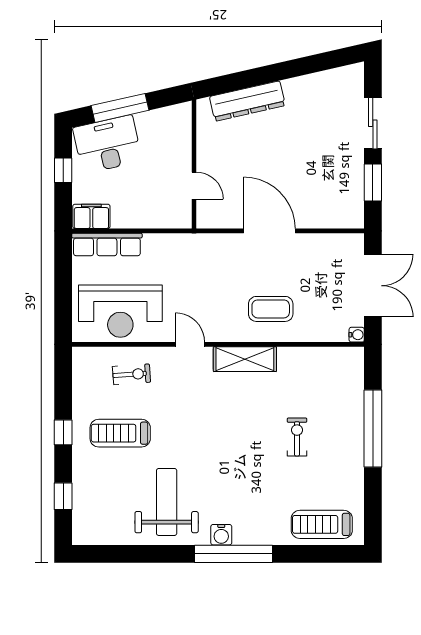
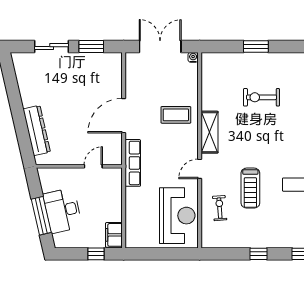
desk: (107, 144) -> (63, 210), moved
window: (63, 170) -> (96, 254), moved
row of seats: (107, 244) -> (133, 163), moved
coffee table: (271, 309) -> (176, 115), turned 90
window: (373, 428) -> (256, 47), width x0.47
treadmill: (120, 433) -> (250, 188), moved
exercise bike: (297, 437) -> (262, 97), width x1.38, depth x1.39

